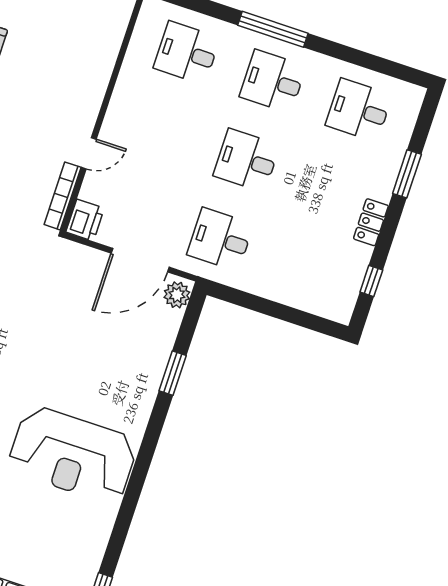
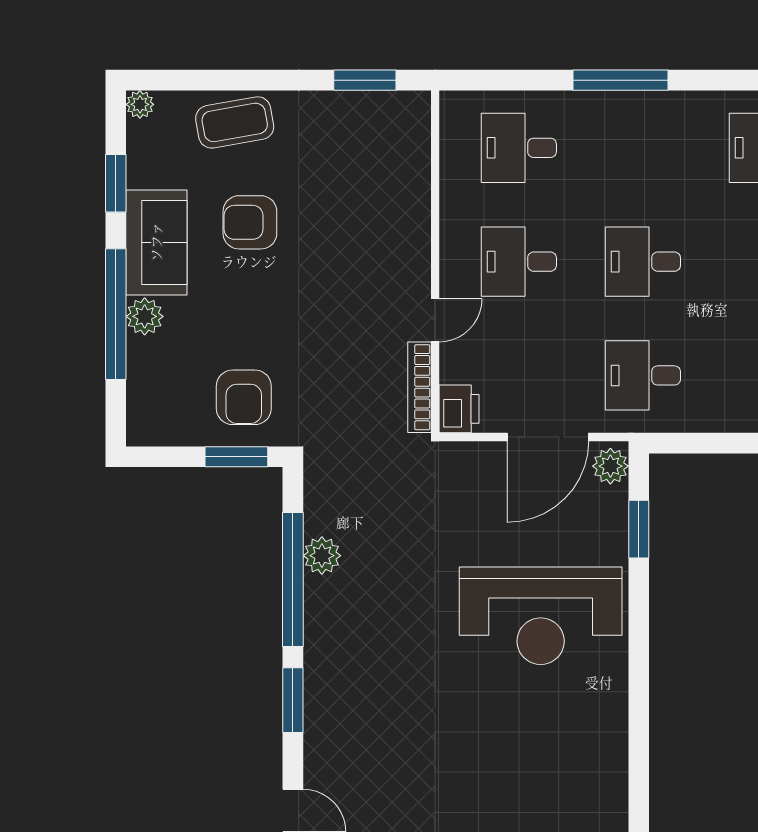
desk: (273, 81) -> (519, 262), moved
window: (173, 373) -> (639, 529), moved
reception desk: (73, 455) -> (541, 616), moved

